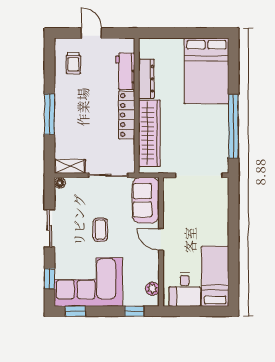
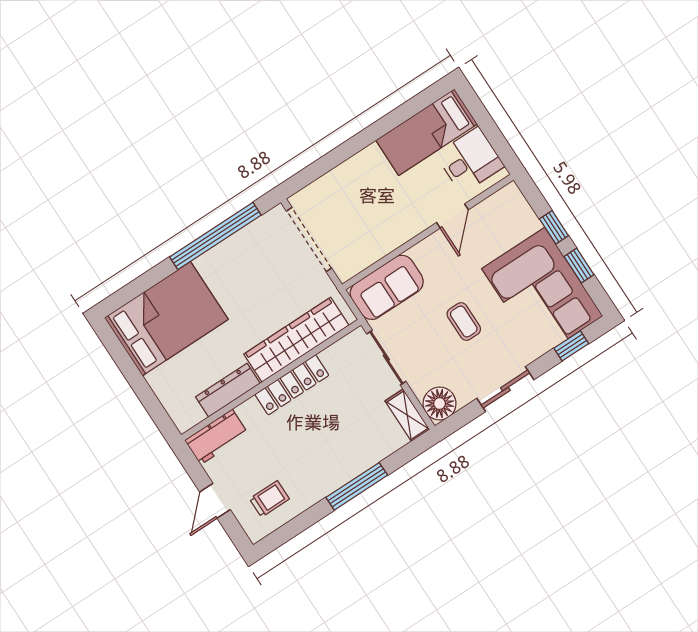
workbench: (125, 71) -> (216, 437), moved
floor lamp: (60, 183) -> (440, 403), width x1.89, depth x1.89
coffee table: (100, 230) -> (464, 321), turned 90
door: (161, 239) -> (452, 216), moved
plant: (152, 289) -> (496, 203), removed
window: (75, 311) -> (579, 266), moved
window: (134, 311) -> (554, 227), moved

